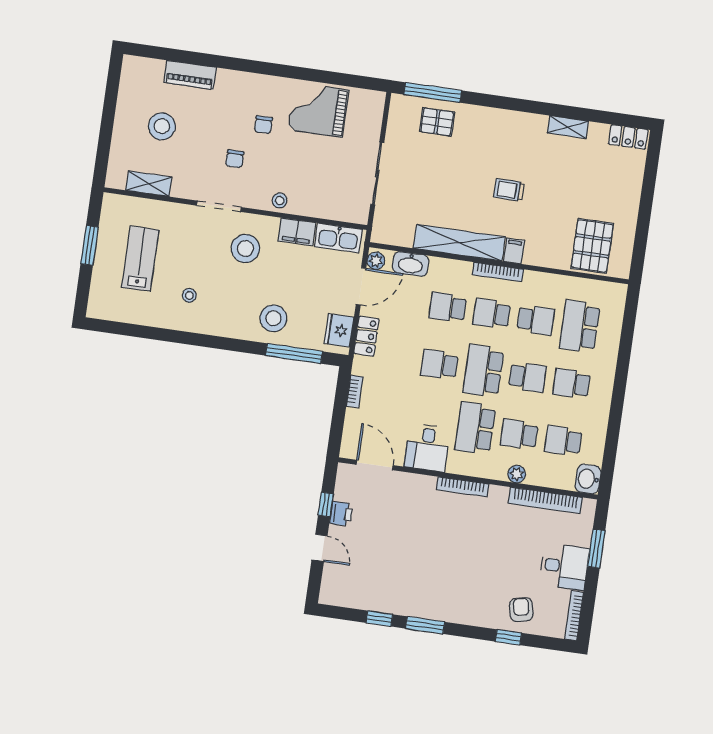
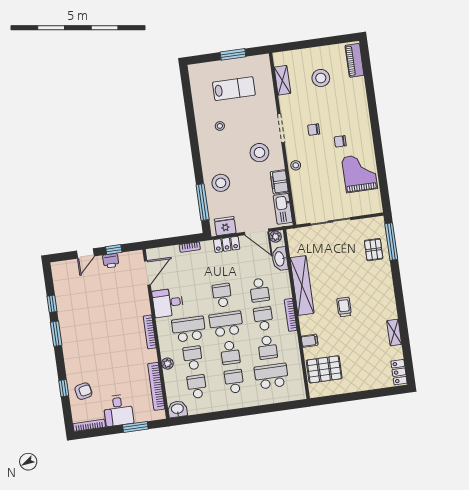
piano: (190, 75) -> (354, 60), moved
filing cabinet: (514, 251) -> (310, 341), moved
school desk: (448, 307) -> (259, 290), turned 180

